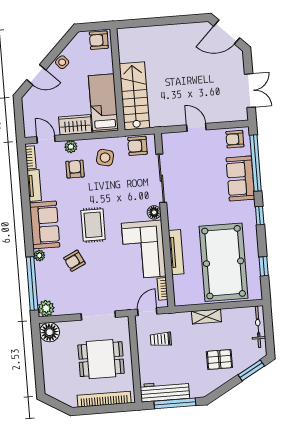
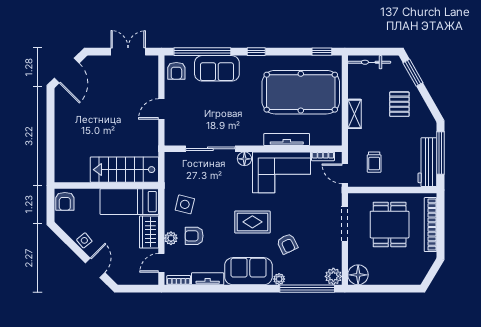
armchair: (138, 146) -> (175, 170), removed
window: (264, 266) -> (322, 52), moved

